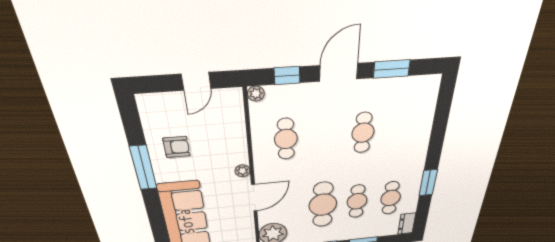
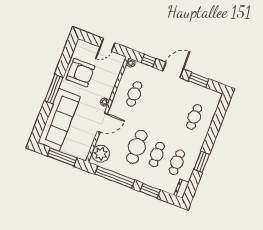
cafe table: (363, 133) -> (194, 117), moved
armchair: (176, 147) -> (81, 73), width x1.88, depth x1.88
window: (143, 168) -> (54, 89), moved

